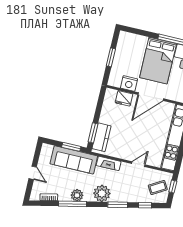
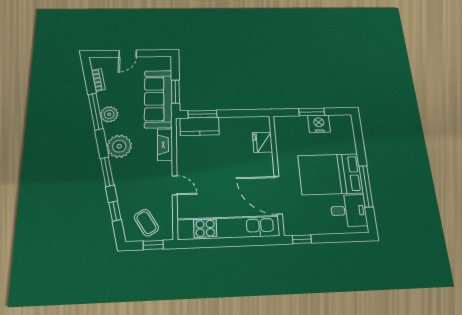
nightstand: (129, 83) -> (319, 124), moved, turned 90
door: (151, 97) -> (278, 195), moved

